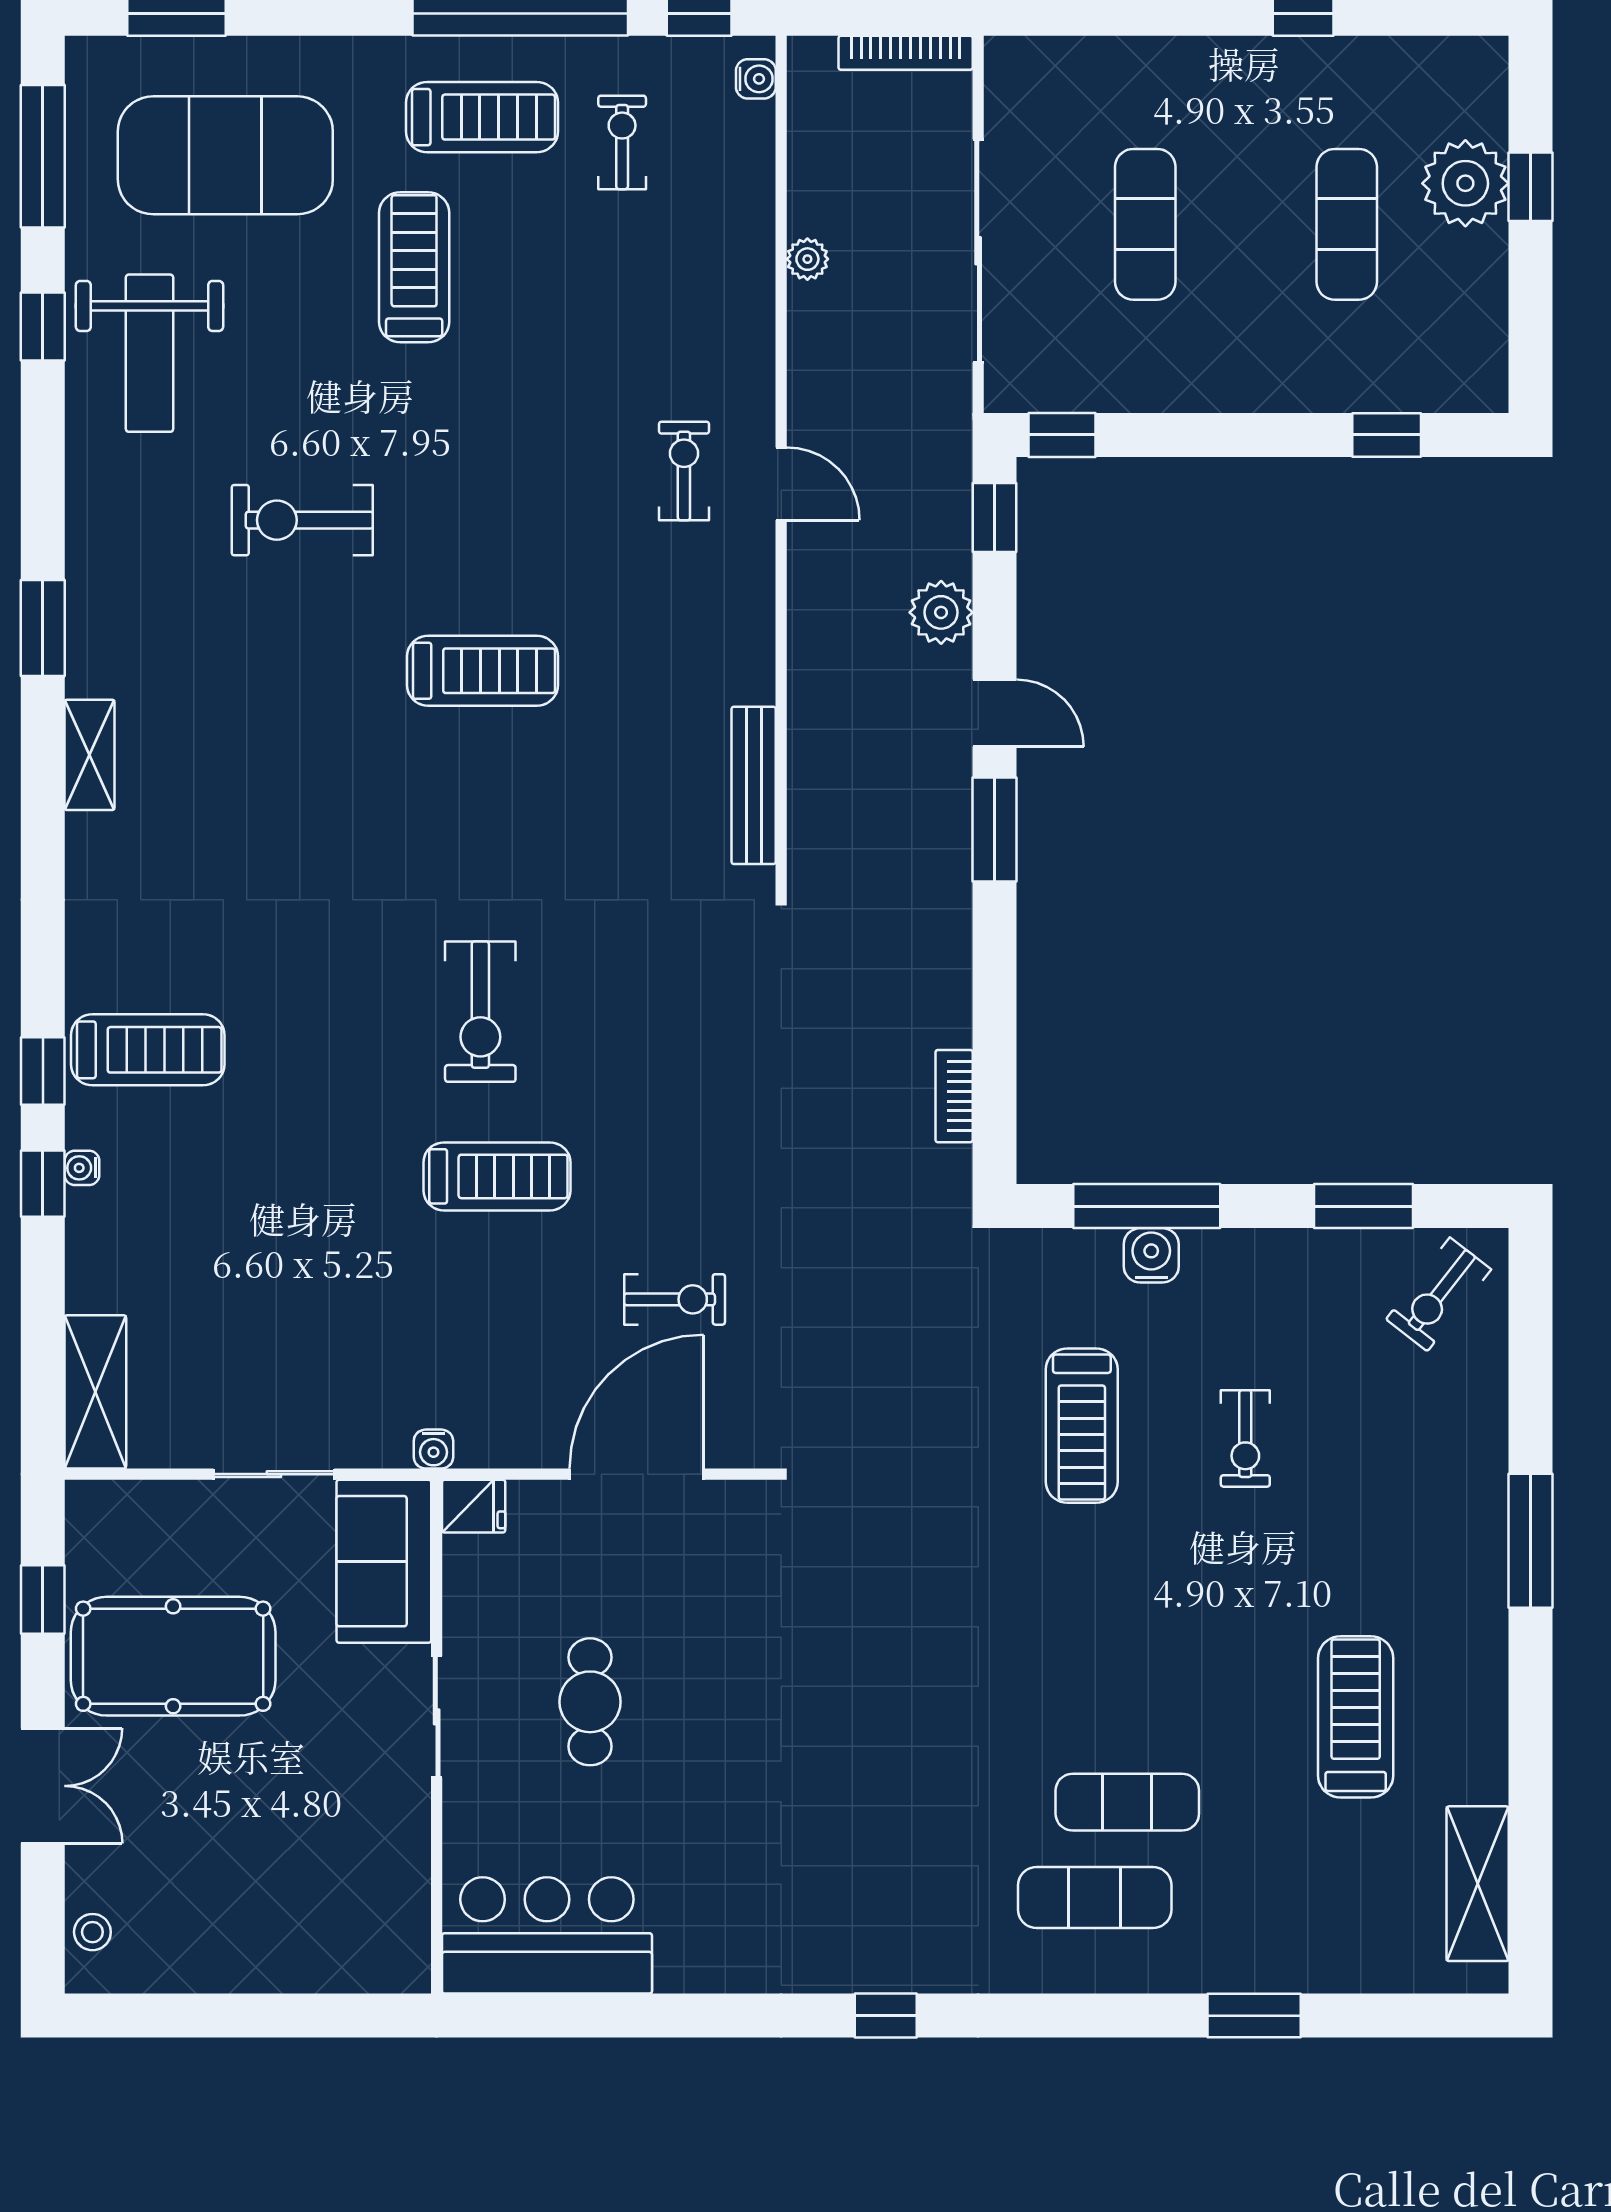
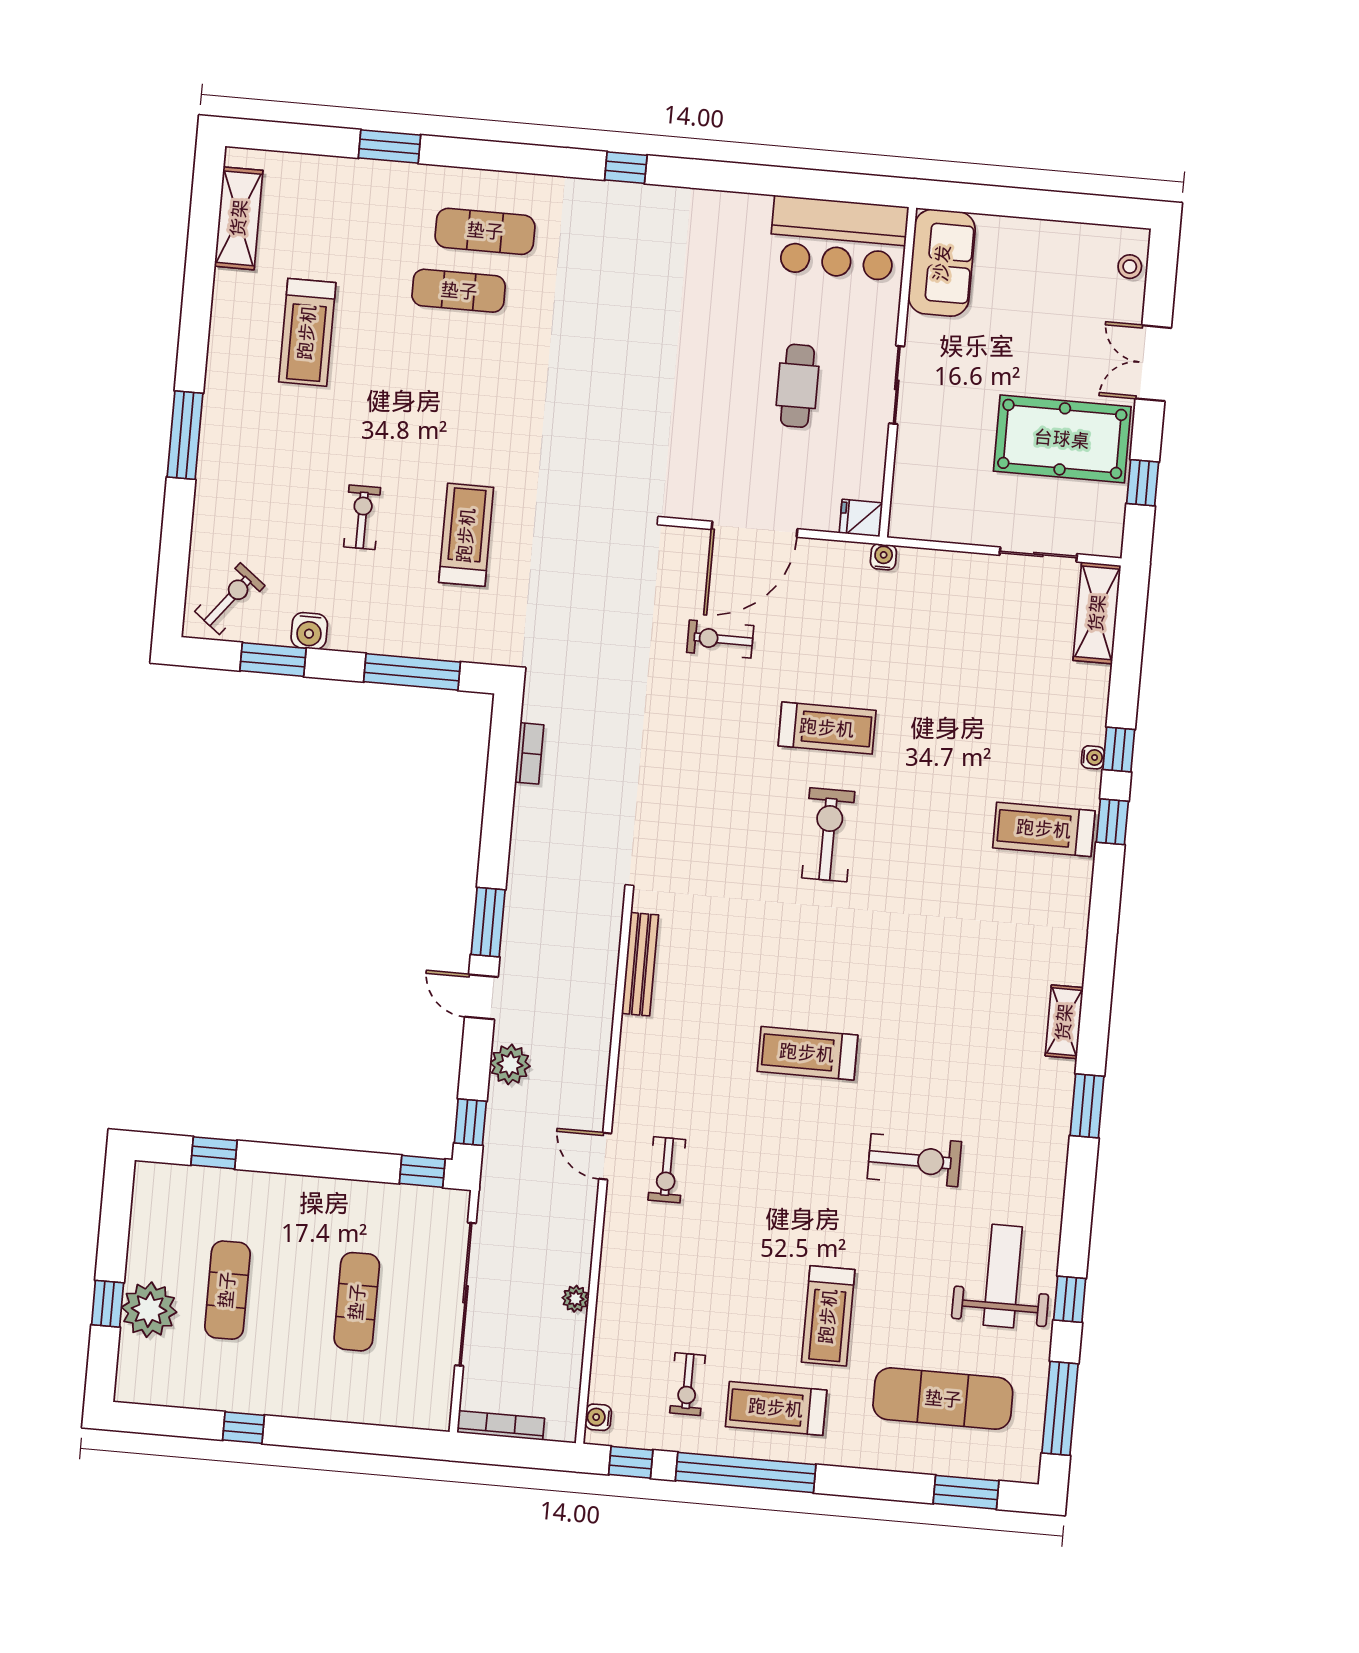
exercise mat: (225, 155) -> (943, 1399), width x0.68
treadmill: (497, 1176) -> (827, 728), turned 180
water cooler: (1151, 1255) -> (309, 631), moved
sliding door: (274, 1474) -> (1038, 554), moved
sofa: (384, 1561) -> (942, 263), moved

